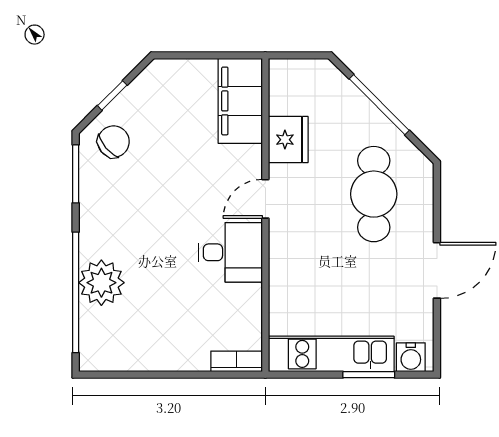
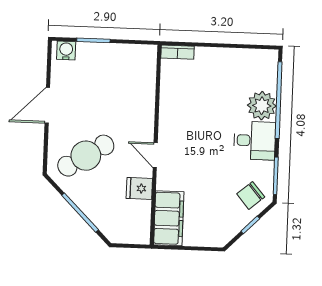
fridge: (288, 140) -> (139, 188), width x0.72
cafe table: (374, 194) -> (86, 156), turned 58
door: (265, 199) -> (155, 155), swing flipped
desk: (230, 252) -> (255, 141), moved, turned 180
kitchen unit: (331, 354) -> (117, 55), removed

